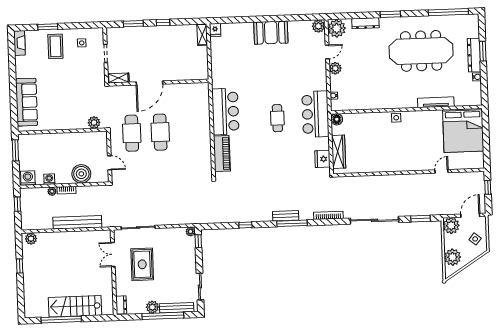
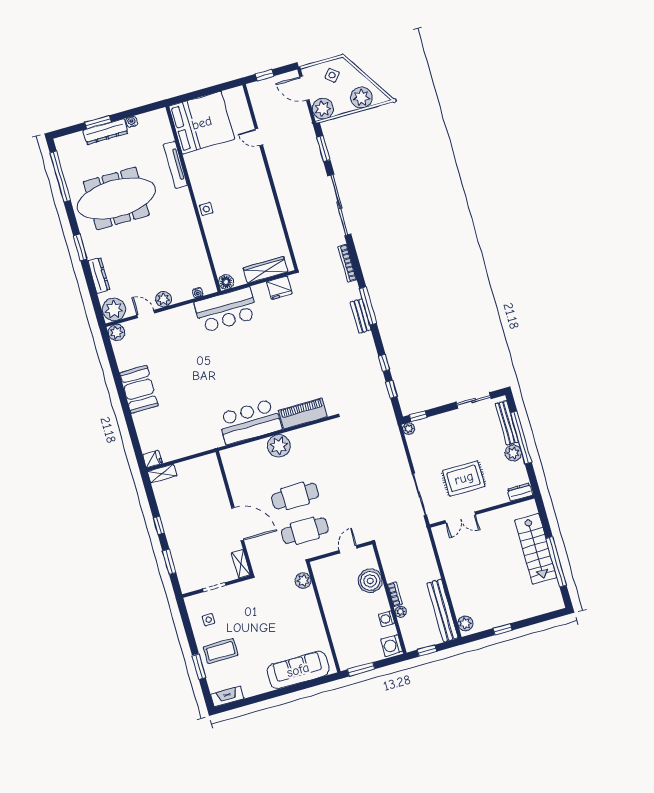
meeting table: (421, 51) -> (116, 198), turned 90
cafe table: (277, 118) -> (243, 356), removed
plant: (202, 129) -> (279, 446), added
bench: (77, 222) -> (442, 611), moved
window: (224, 226) -> (392, 389), added

